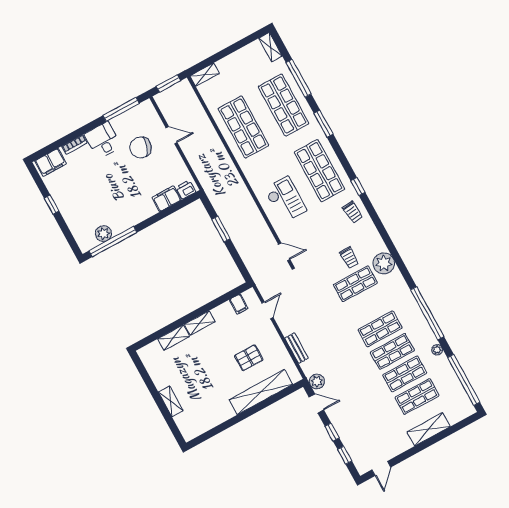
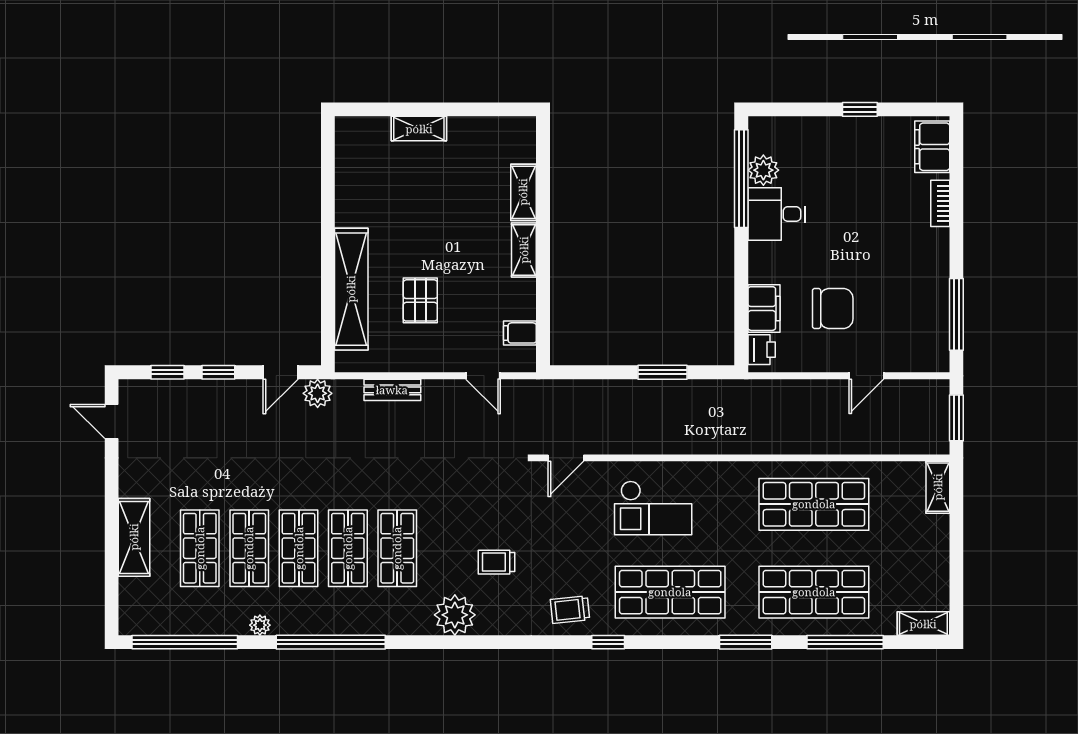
desk: (103, 140) -> (777, 214), moved, turned 180
chair: (141, 147) -> (833, 309), moved, turned 72
shop shelf: (355, 284) -> (397, 548), moved

